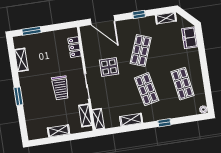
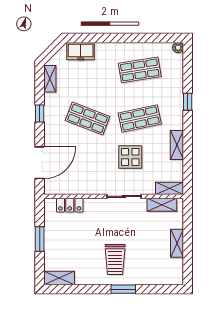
window: (31, 31) -> (40, 239), moved
shelving: (21, 60) -> (59, 278), moved
display table: (109, 67) -> (130, 157), moved
trolley: (60, 88) -> (115, 259), moved, turned 90

